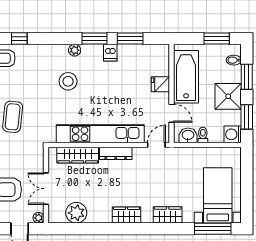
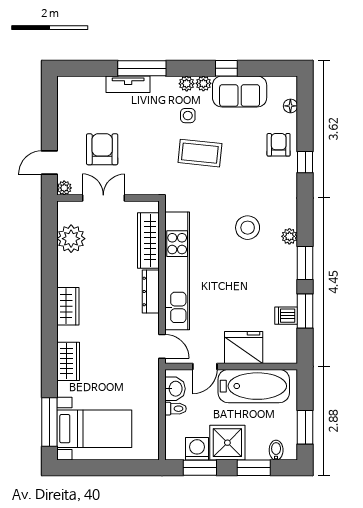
dishwasher: (110, 53) -> (286, 316), moved
fridge: (160, 84) -> (244, 347), width x1.88, depth x1.34
washing machine: (233, 134) -> (197, 449), moved

